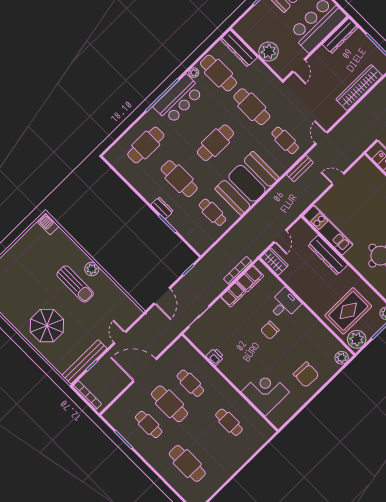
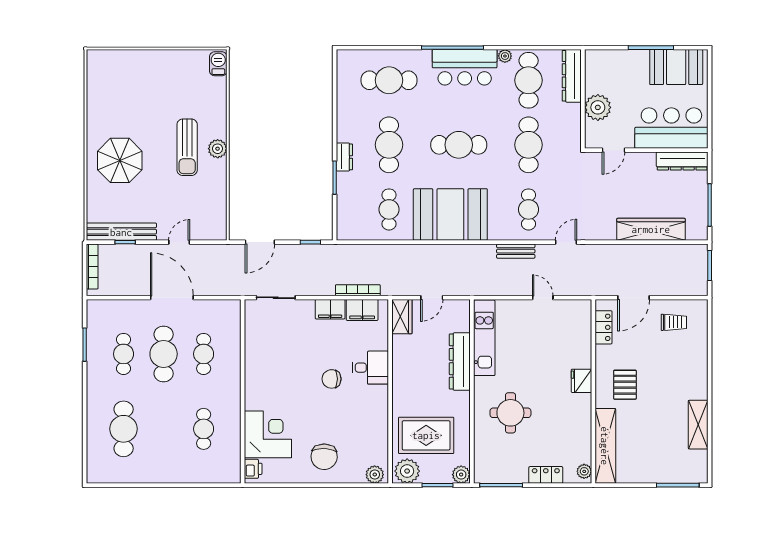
printer: (215, 357) -> (253, 469), moved

